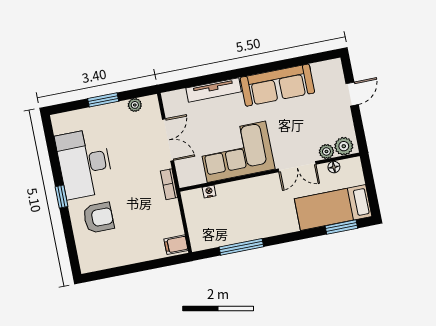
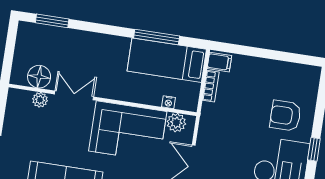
plant: (344, 146) -> (176, 123), moved
floor lamp: (334, 167) -> (39, 77), width x1.89, depth x1.89
bookcase: (169, 184) -> (211, 86), moved
bed: (333, 208) -> (167, 60), moved, turned 180

